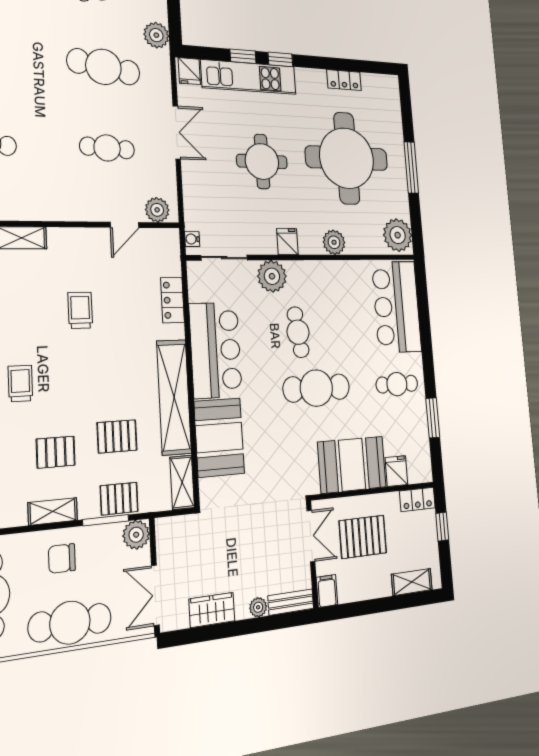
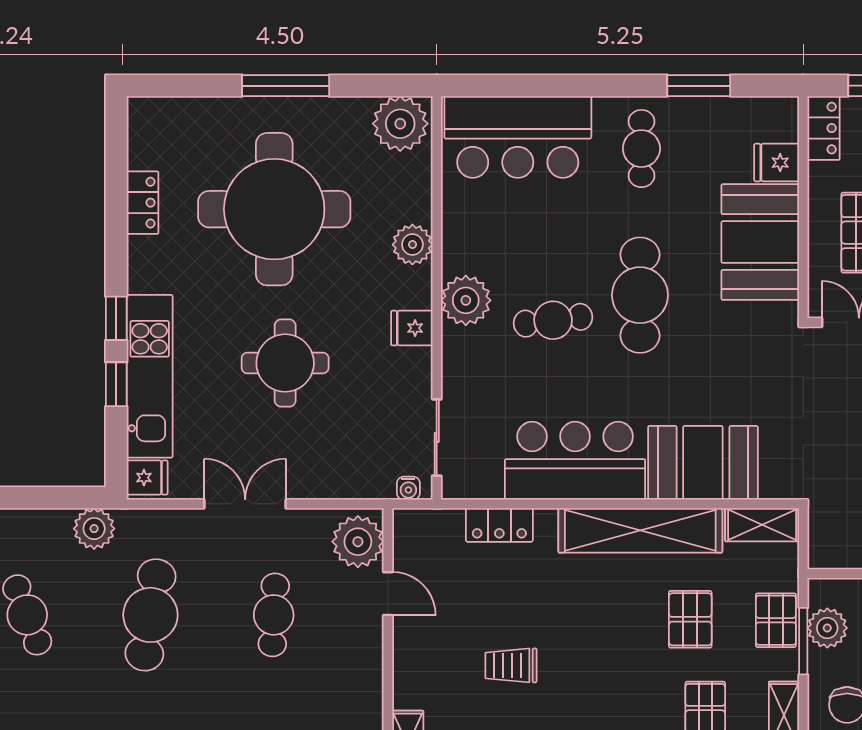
plant: (157, 210) -> (358, 542), width x1.36, depth x1.36
plant: (272, 276) -> (466, 300), moved
plant: (136, 535) -> (827, 628), moved

